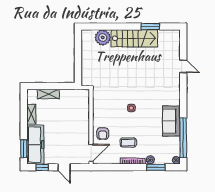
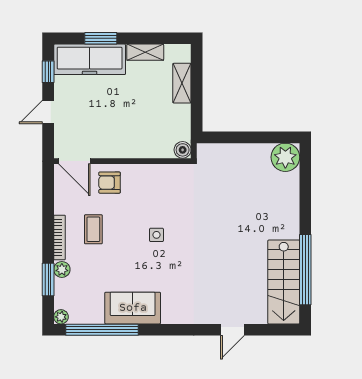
window: (150, 27) -> (305, 270), width x2.11
plant: (103, 37) -> (285, 157), moved
stairs: (134, 38) -> (284, 282), moved
boiler: (85, 94) -> (183, 150), added
window: (24, 149) -> (101, 38), moved

